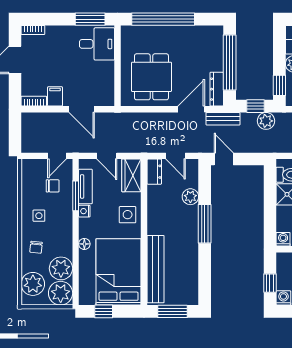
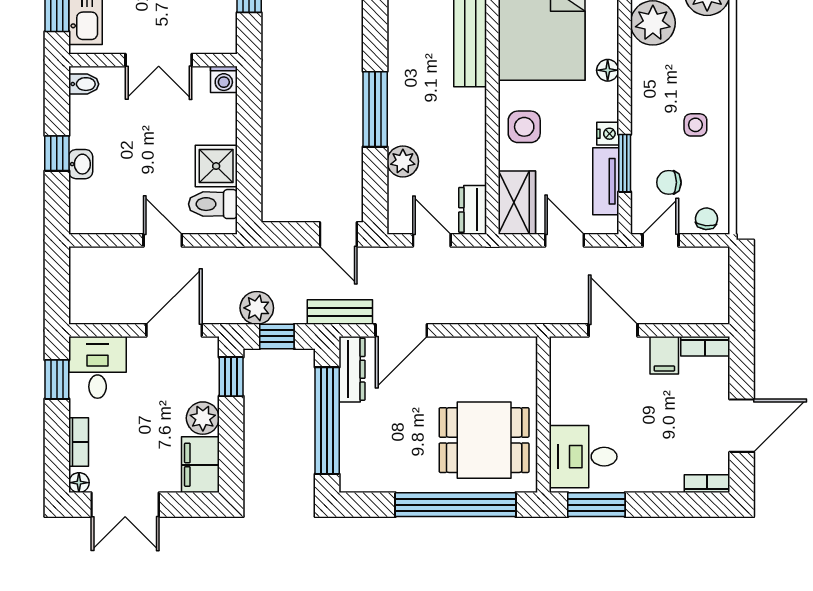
dining table: (151, 77) -> (484, 440), moved, turned 90
chair: (36, 247) -> (706, 219), moved

